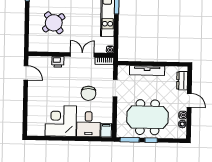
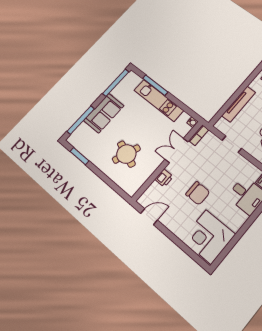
round table: (54, 23) -> (126, 154), turned -31
chair: (88, 93) -> (198, 193), moved
corner desk: (61, 121) -> (209, 237), moved

